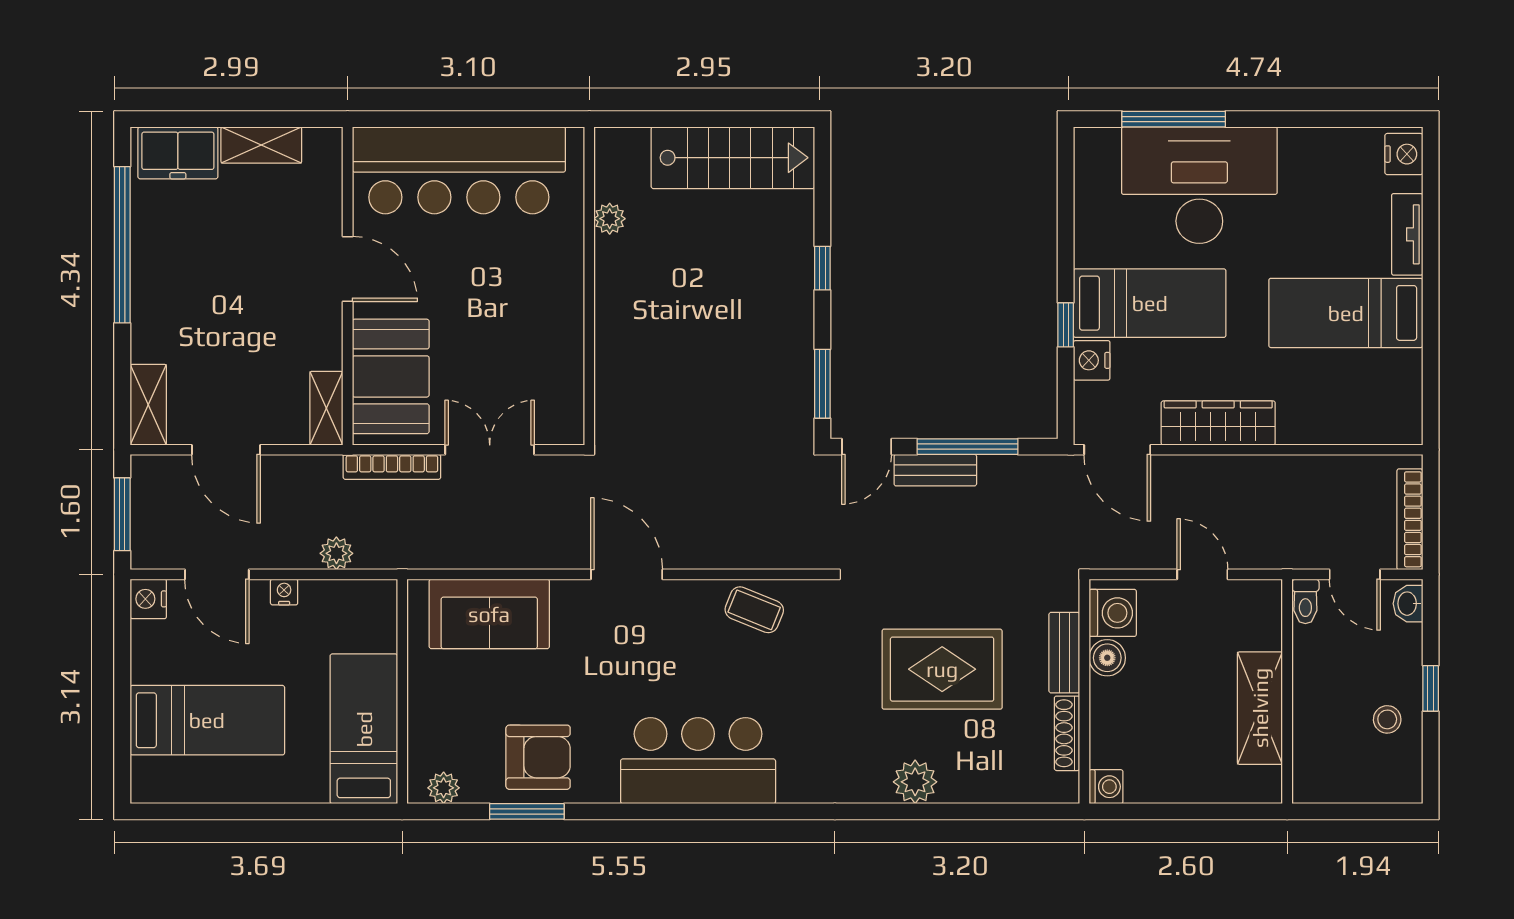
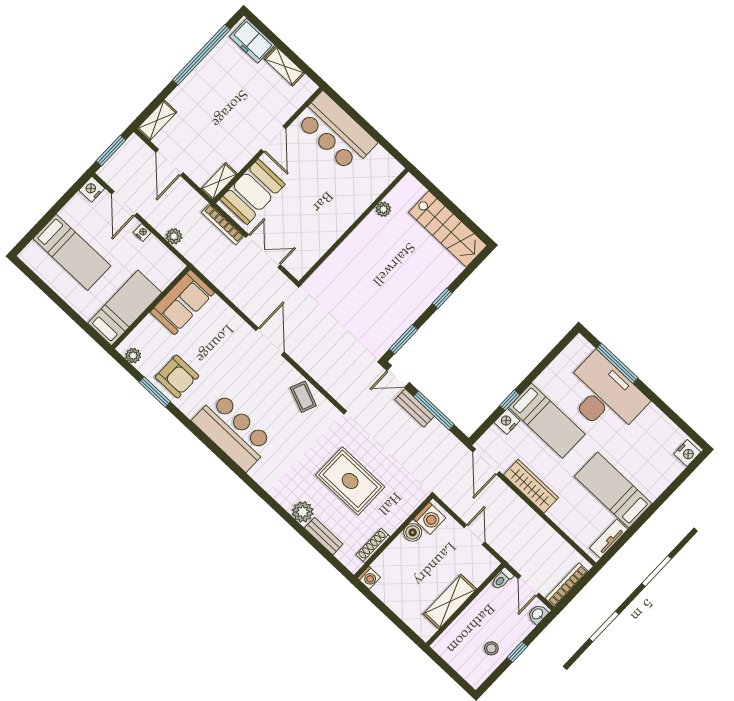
bar counter: (459, 170) -> (336, 132), width x0.73
tv unit: (1407, 234) -> (609, 539), moved
sofa: (489, 614) -> (182, 302), moved, turned -90
bench: (1064, 653) -> (324, 536), moved, turned 90

